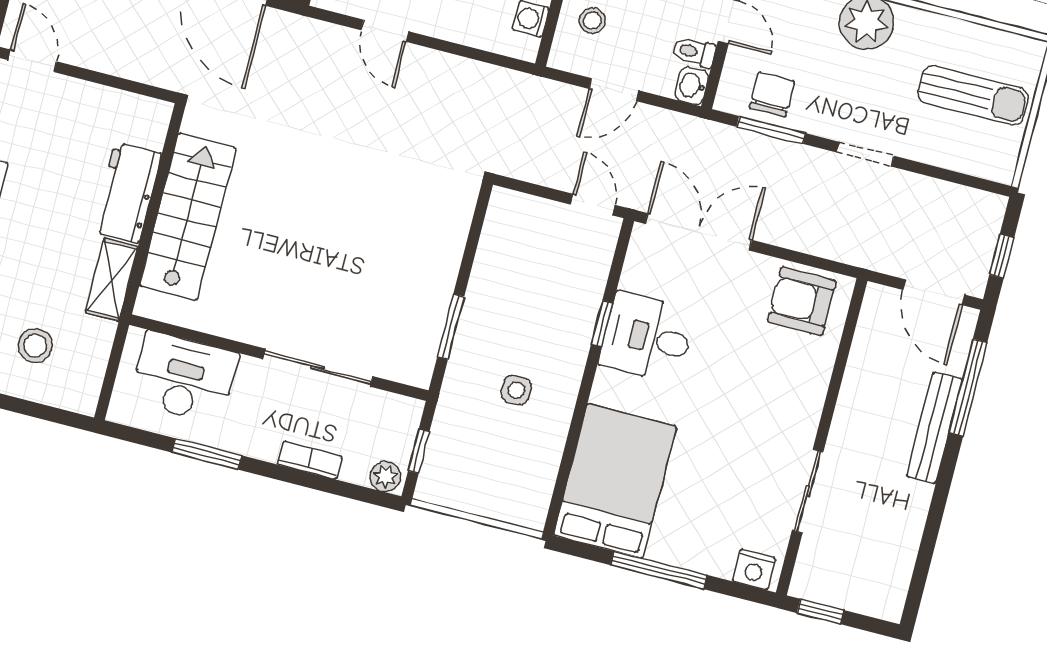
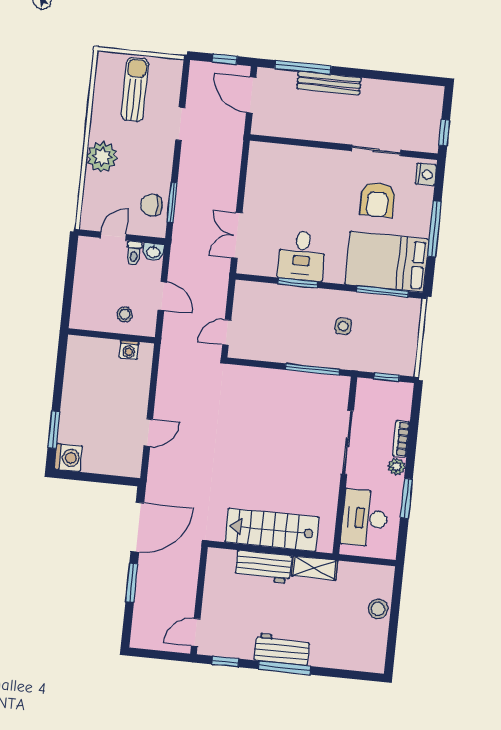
doorway: (865, 154) -> (180, 124), moved
door: (593, 205) -> (227, 332), moved
double door: (699, 232) -> (237, 235), width x0.73
door: (934, 292) -> (251, 95), swing flipped
armchair: (802, 301) -> (378, 200), moved
window: (602, 324) -> (298, 283), width x1.50
window: (451, 327) -> (312, 369), width x1.44
stool: (35, 346) -> (378, 609), moved
window: (566, 466) -> (382, 291), added
plant: (385, 477) -> (397, 467), moved

